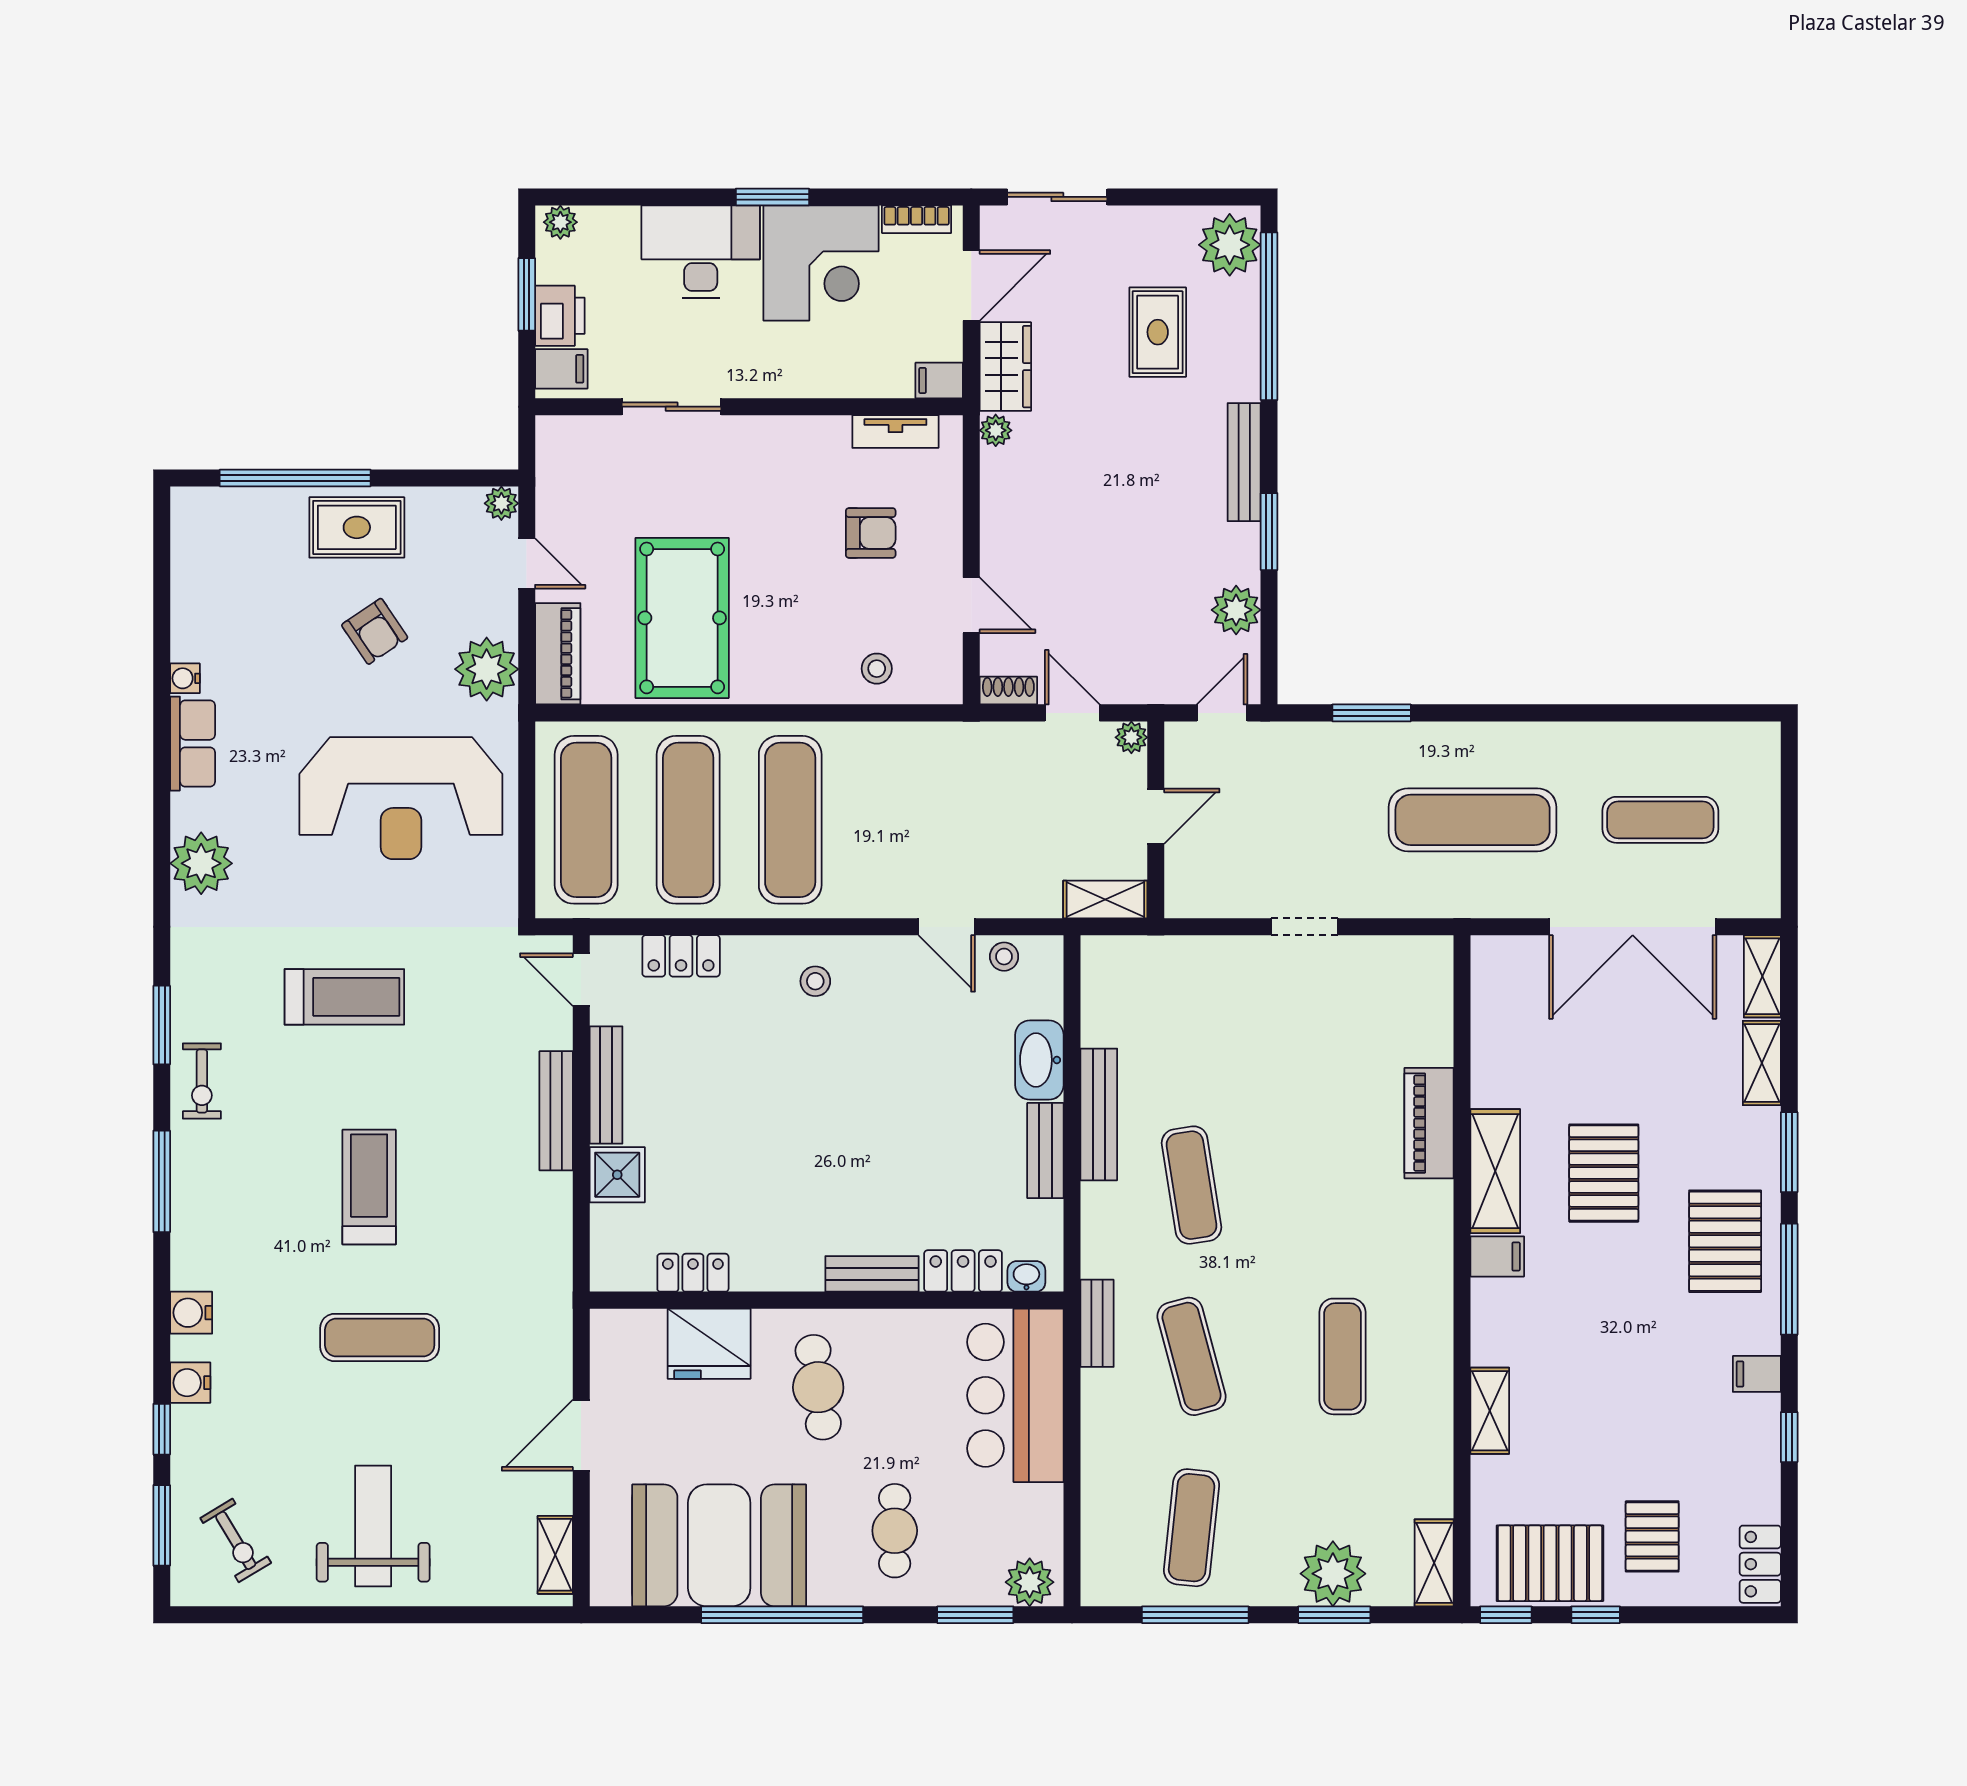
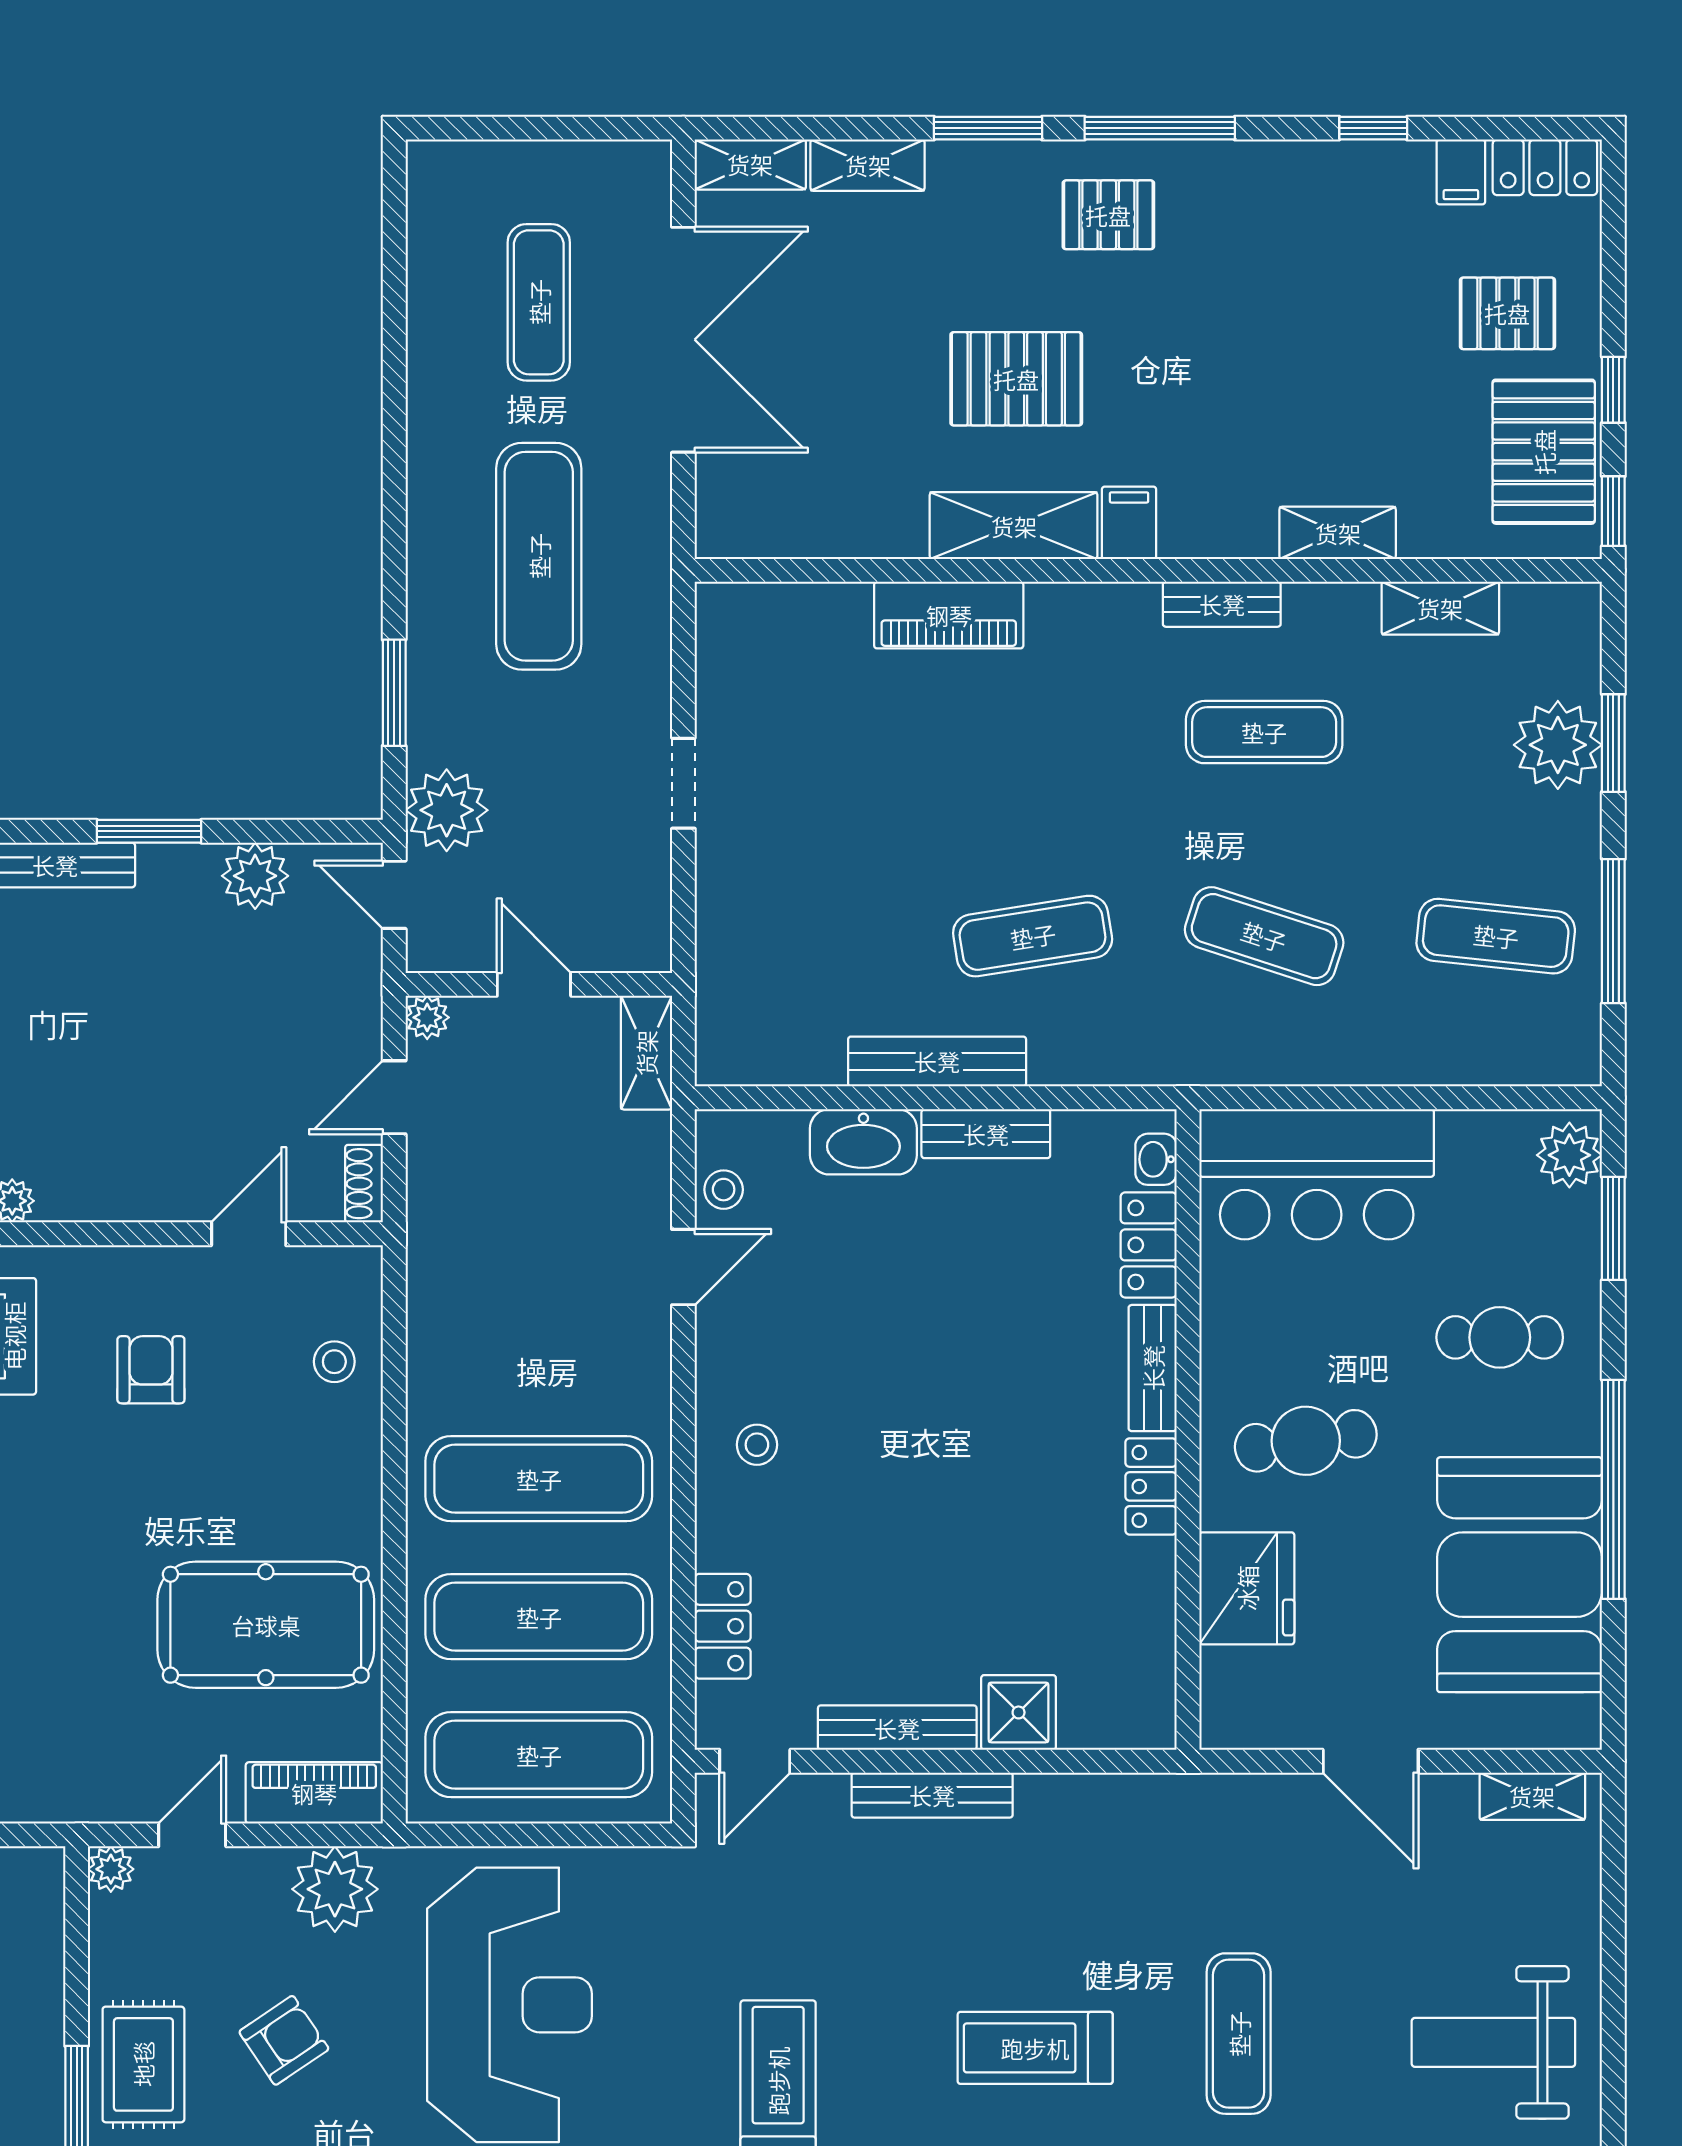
plant: (1285, 752) -> (447, 810), added
pallet: (1725, 1241) -> (1108, 215), width x0.67, depth x0.71
locker: (693, 1273) -> (1151, 1486), moved
bench: (1097, 1323) -> (1222, 604), moved
exercise mat: (1192, 1356) -> (1264, 936), turned 33
filing cabinet: (1757, 1374) -> (1461, 172), moved
shelving: (1434, 1563) -> (1440, 608), moved

